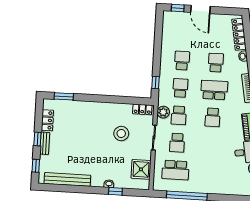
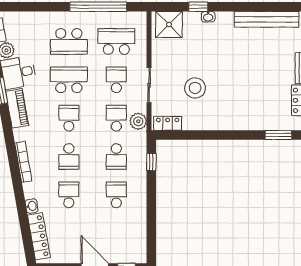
school desk: (182, 61) -> (116, 195), turned 180
school desk: (216, 63) -> (69, 195), turned 180
school desk: (214, 90) -> (69, 156), width x0.54
school desk: (211, 145) -> (69, 80), added
shower: (141, 169) -> (169, 24), moved
school desk: (209, 172) -> (69, 41), added

